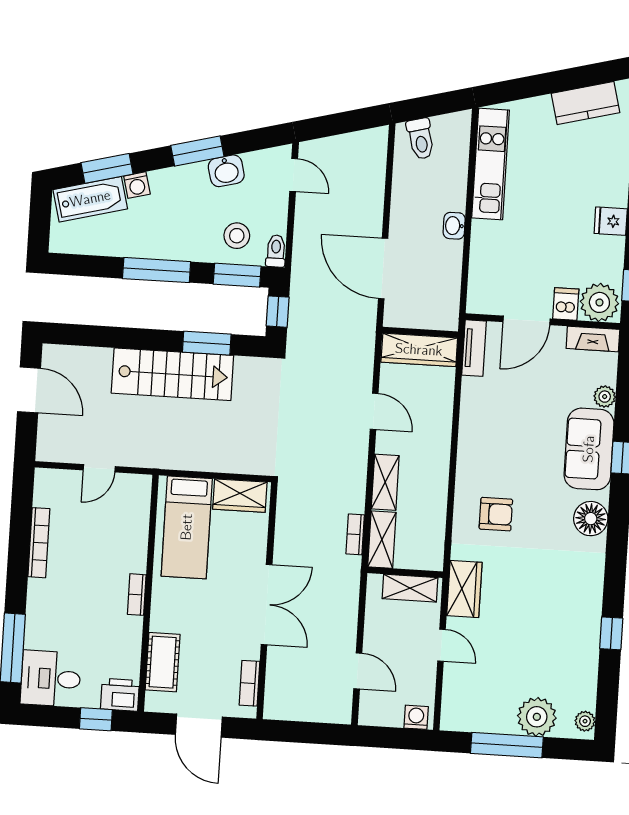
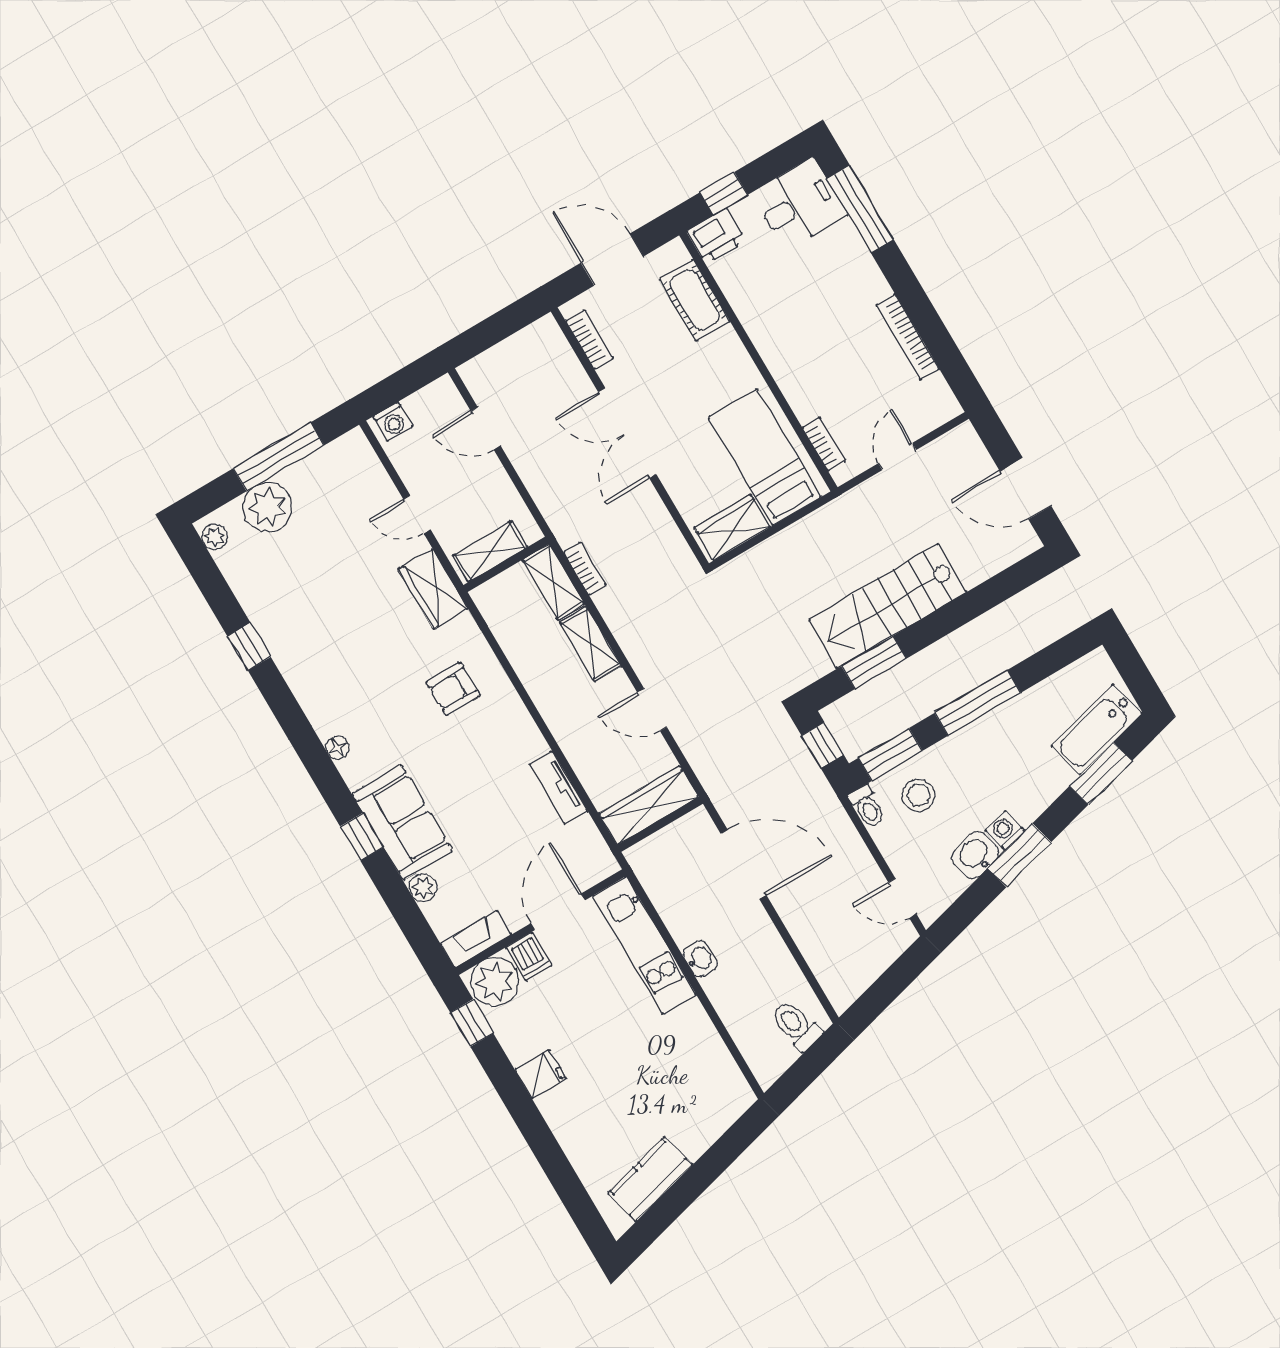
kitchen unit: (491, 164) -> (645, 945), moved
washing machine: (137, 185) -> (1005, 831), moved
tv unit: (474, 348) -> (558, 788), moved
floor lamp: (591, 519) -> (338, 748), width x0.53, depth x0.53
bookcase: (137, 595) -> (824, 444), moved

